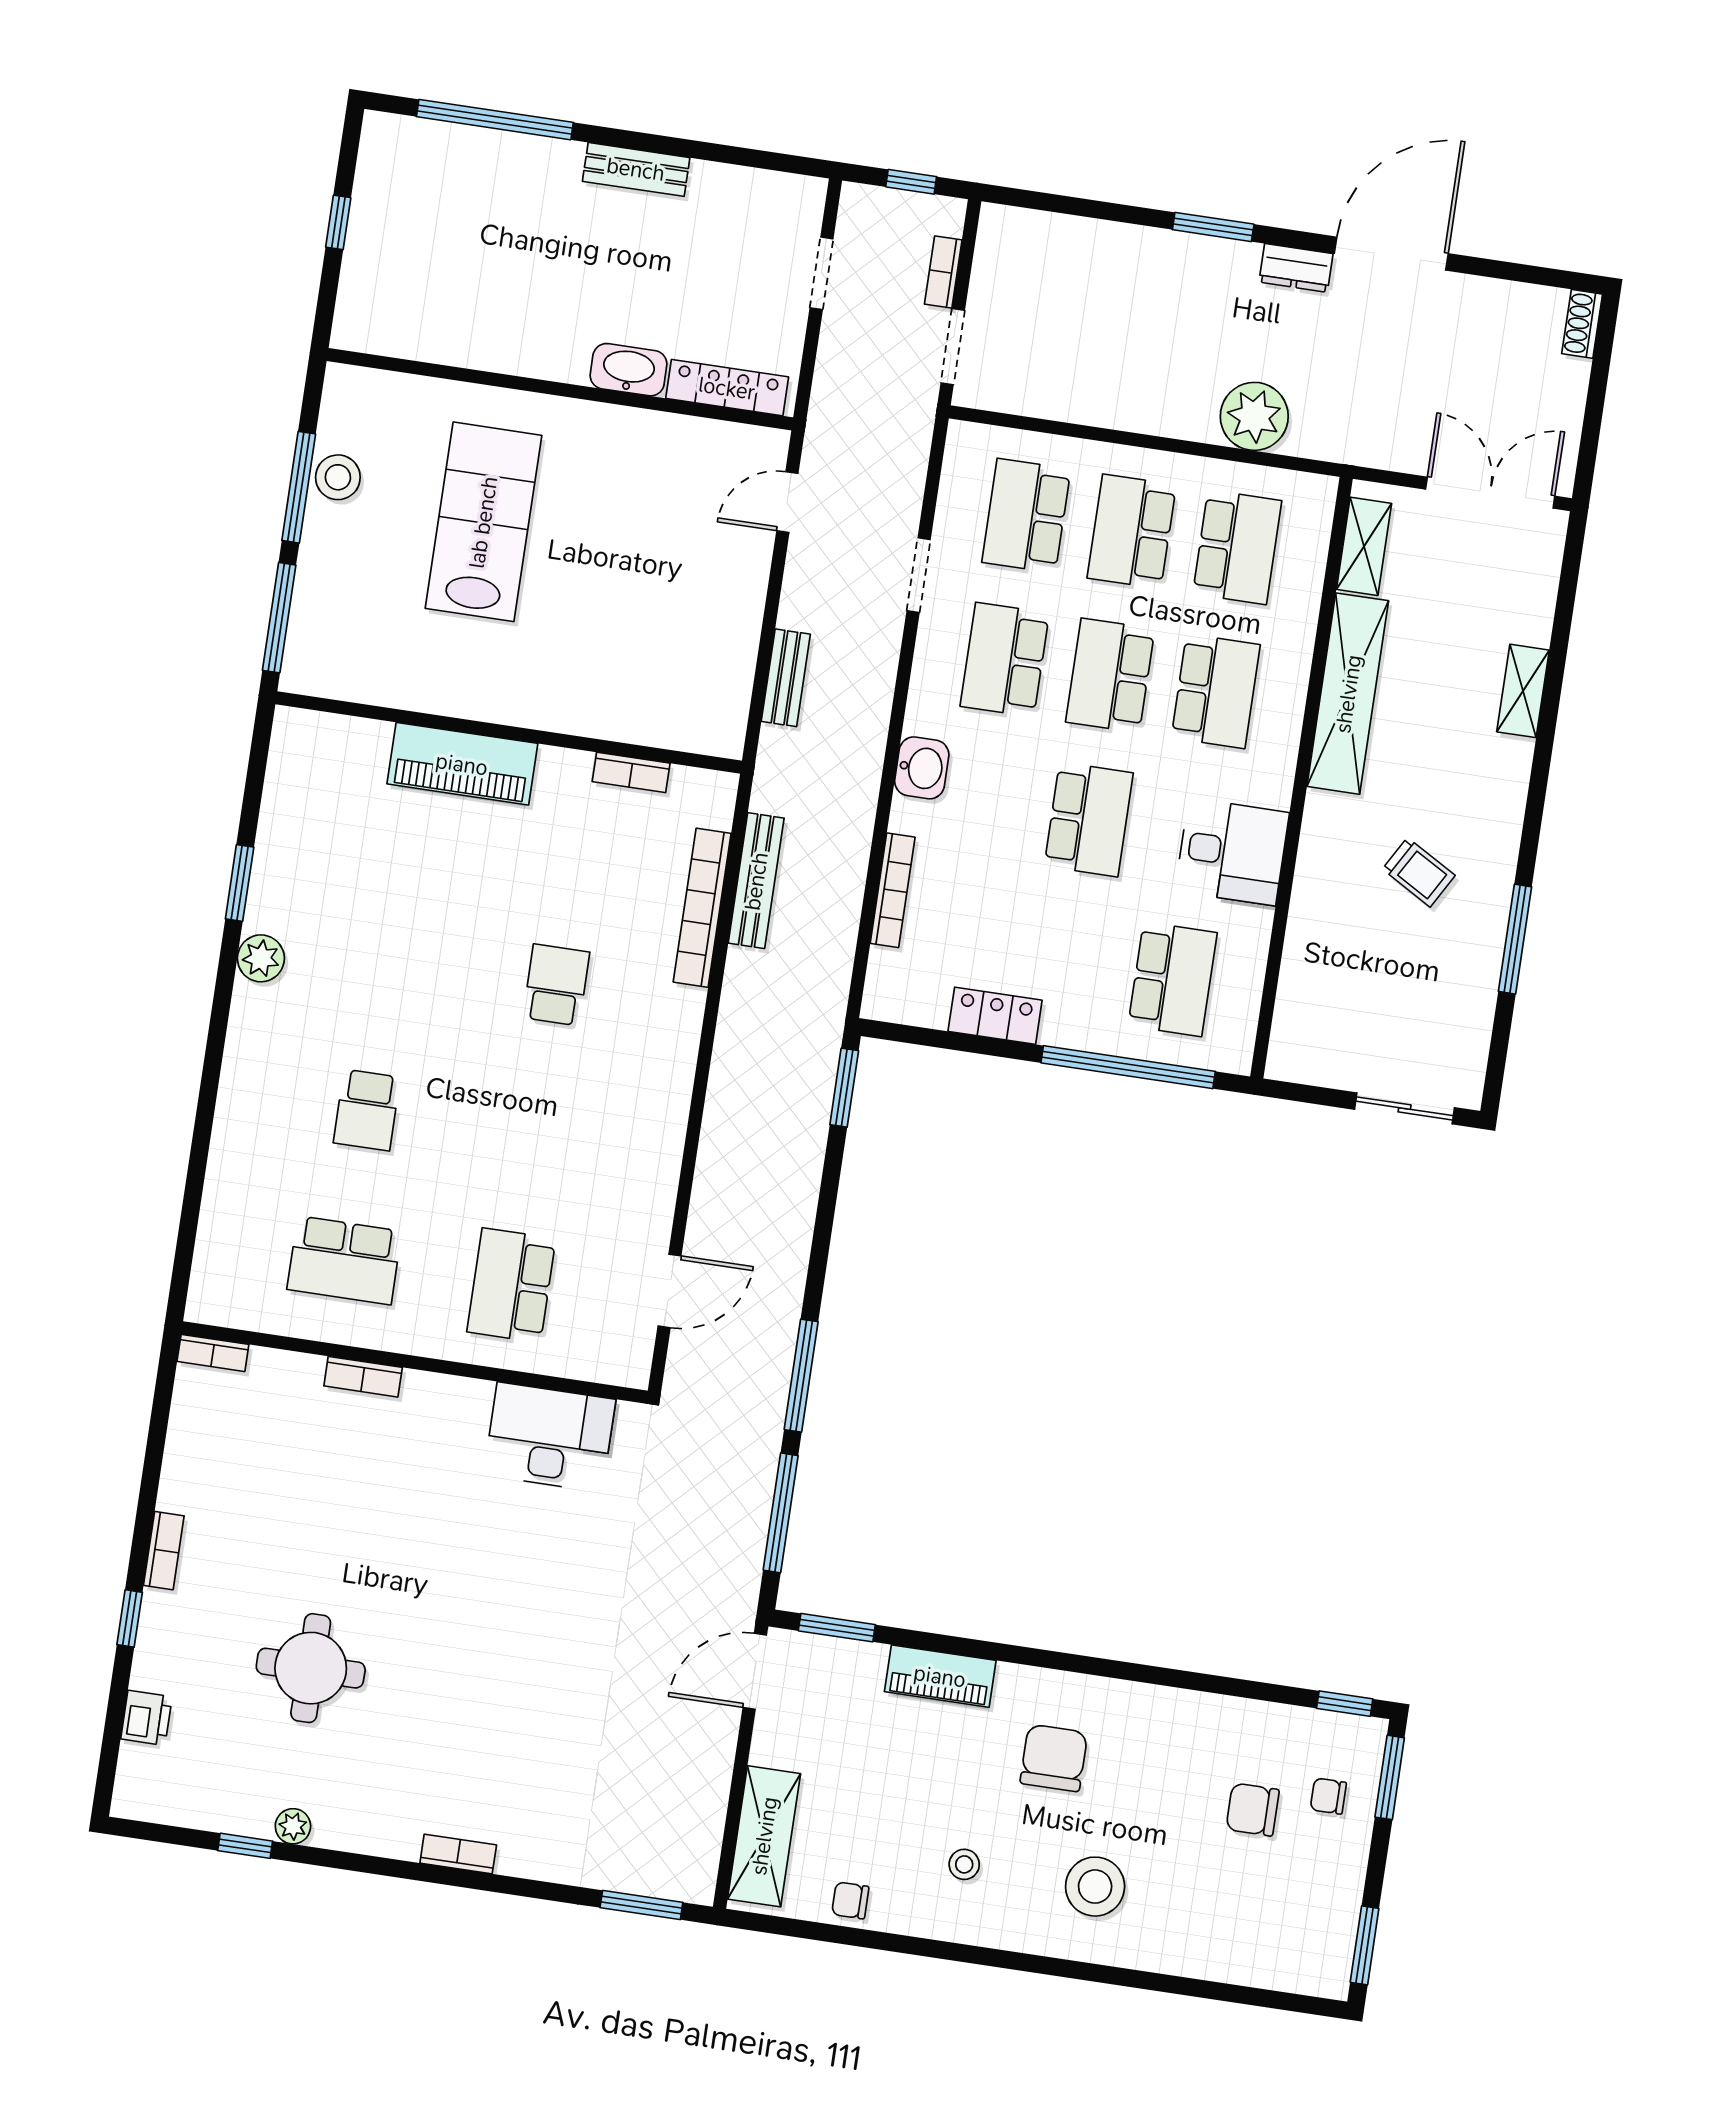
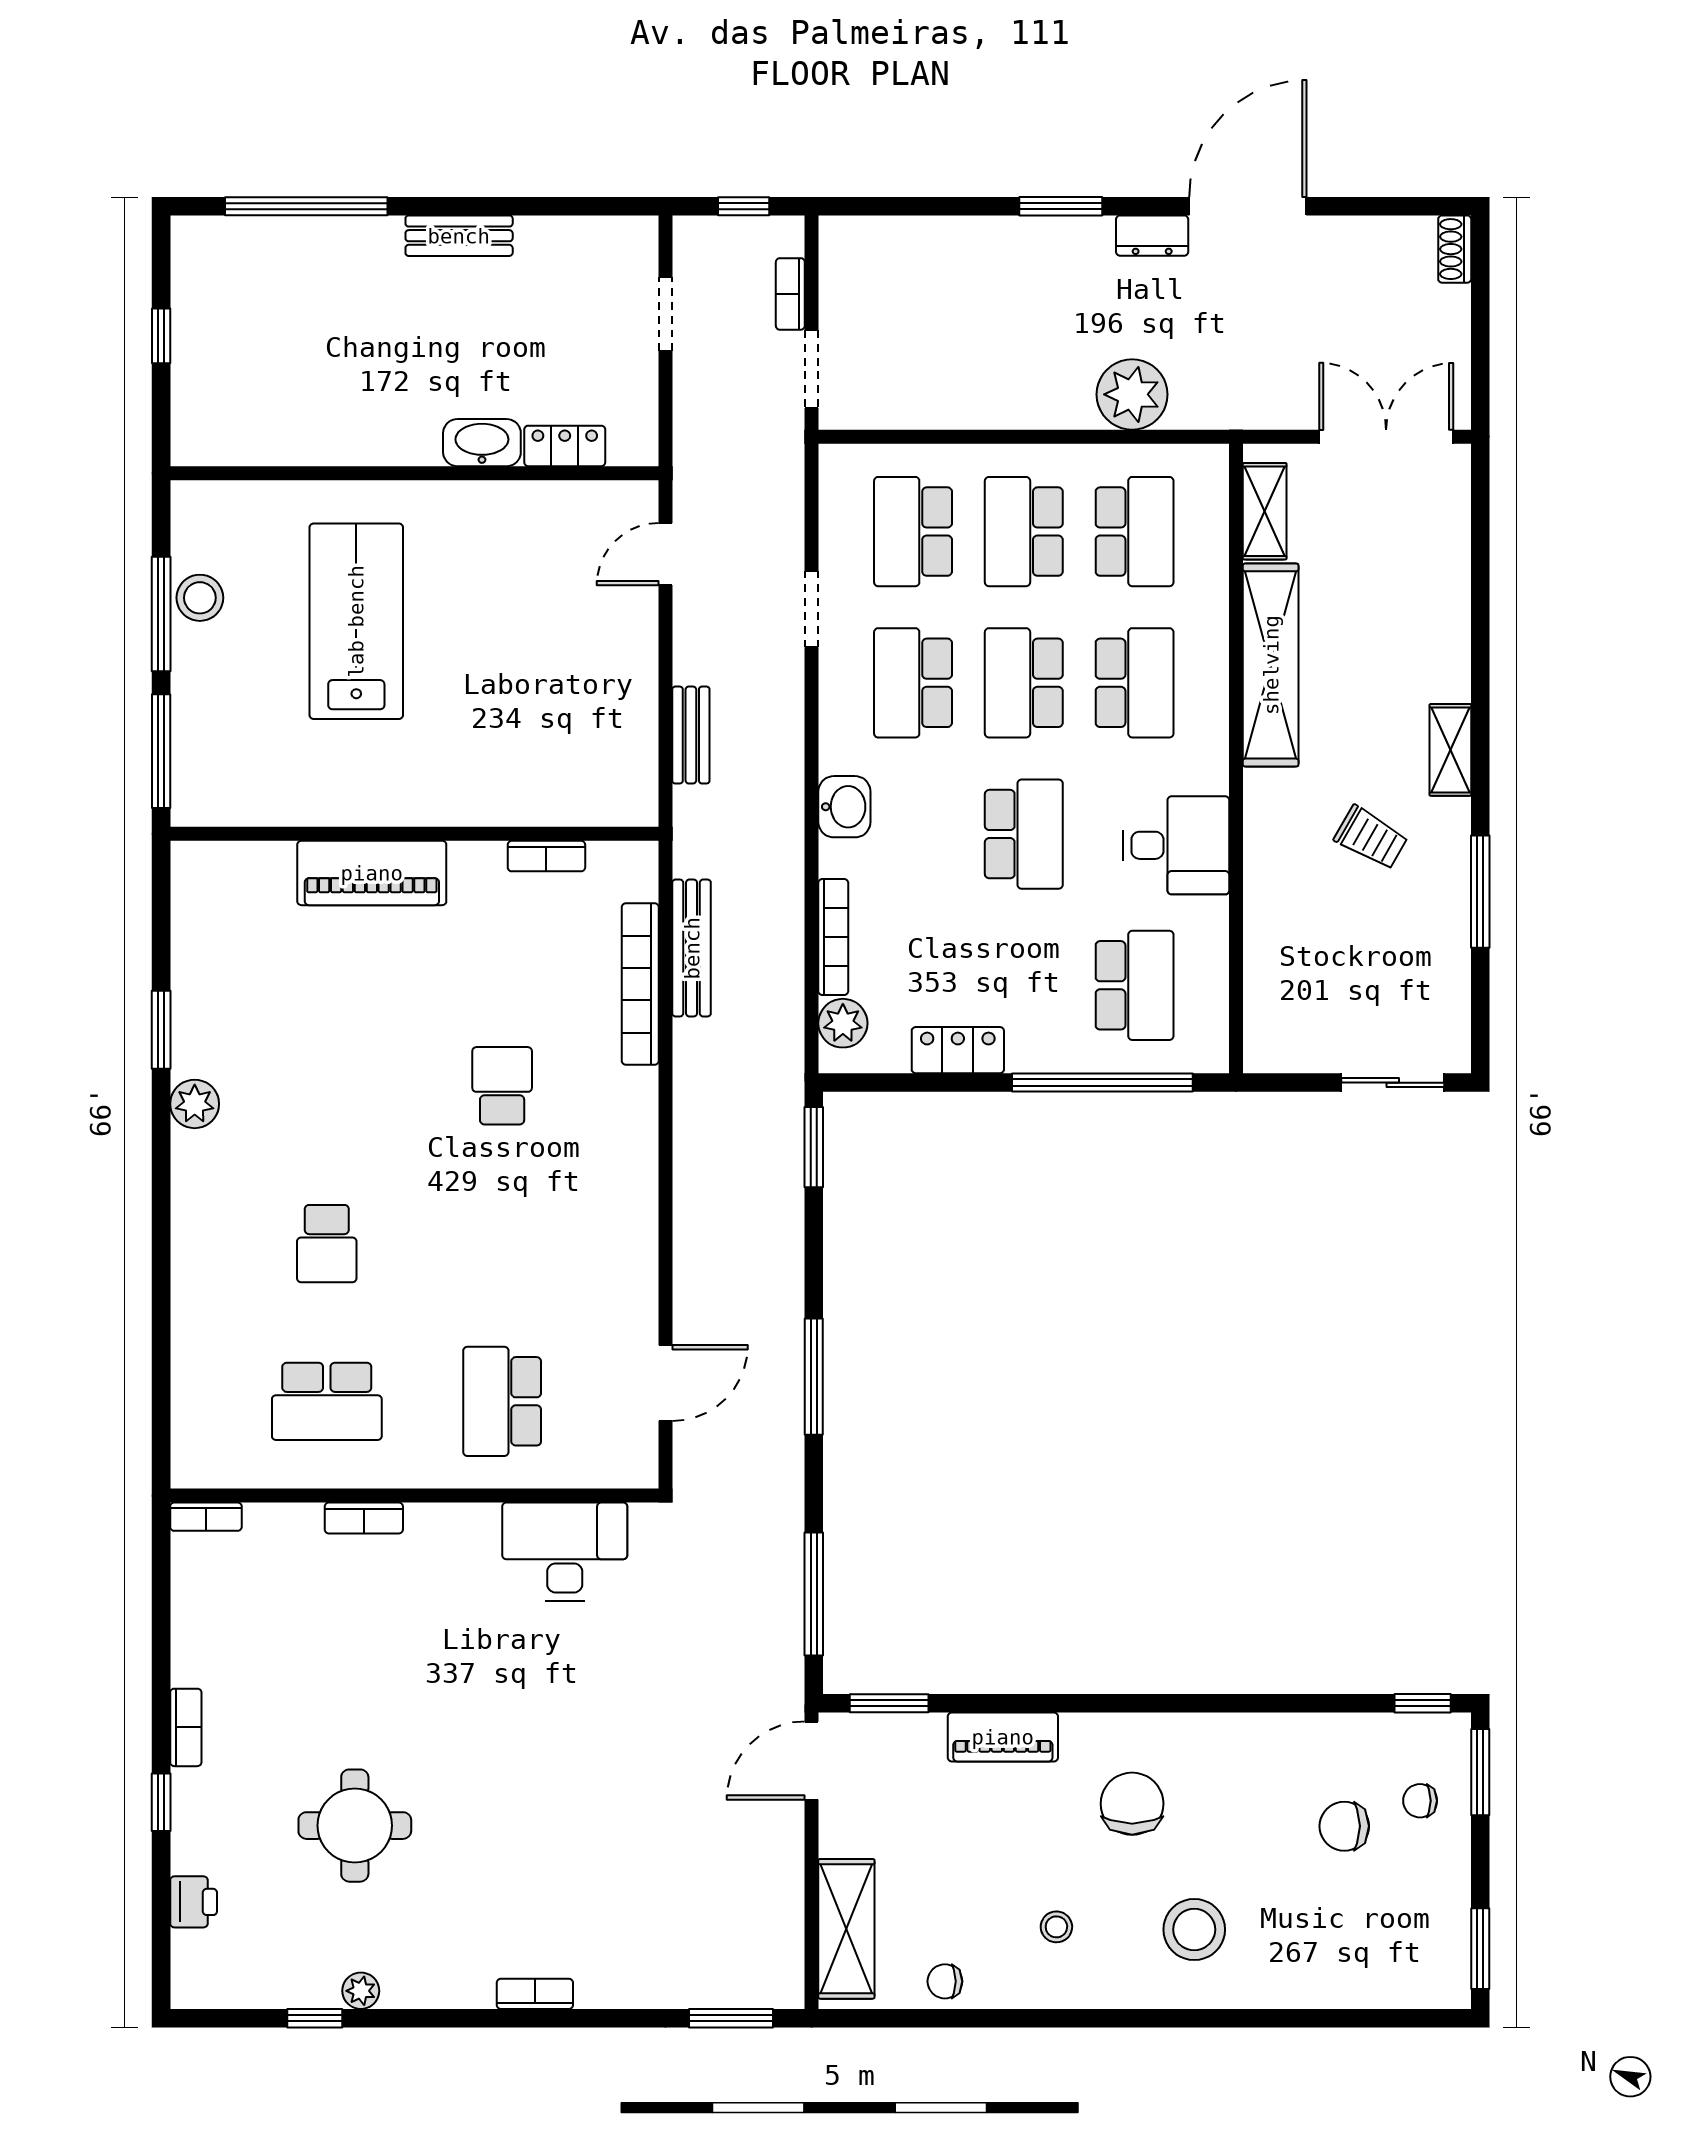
locker: (727, 388) -> (565, 446), width x0.66
shelving: (1523, 691) -> (1450, 750), moved
plant: (890, 974) -> (843, 1023), added
window: (801, 1376) -> (814, 1377), moved

